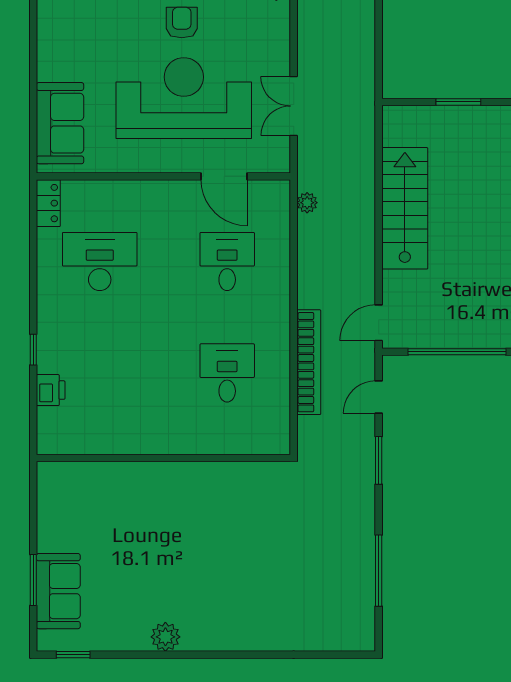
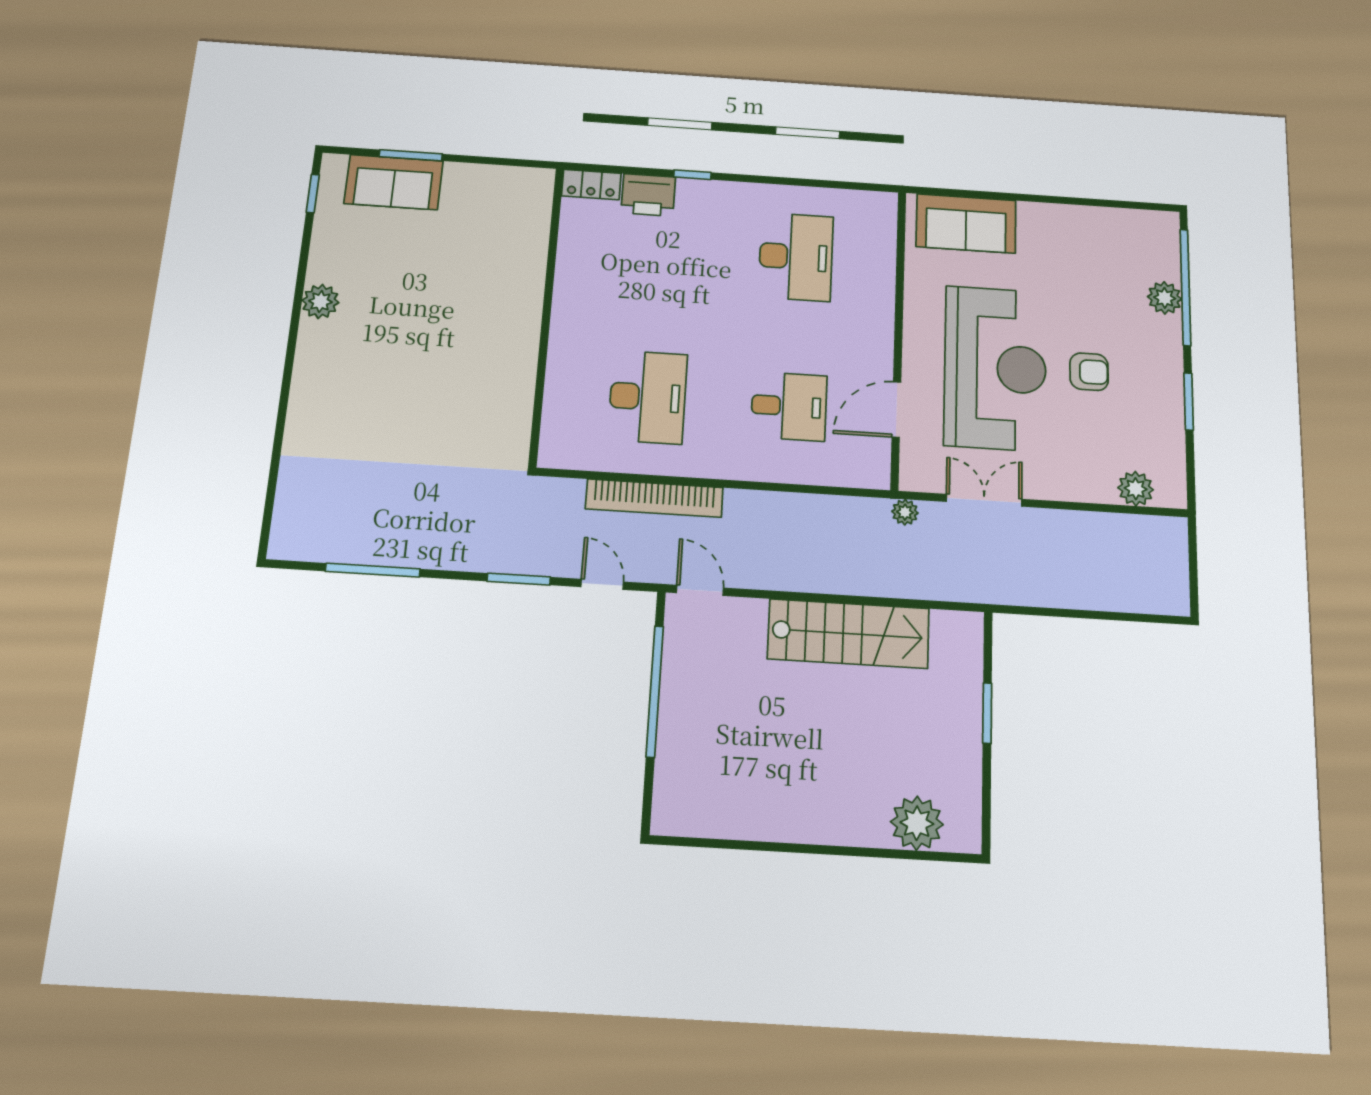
locker: (48, 203) -> (591, 185), moved
plant: (307, 203) -> (905, 512), moved
desk: (227, 373) -> (648, 397), width x1.37
printer: (51, 390) -> (648, 195), width x1.36, depth x1.24

